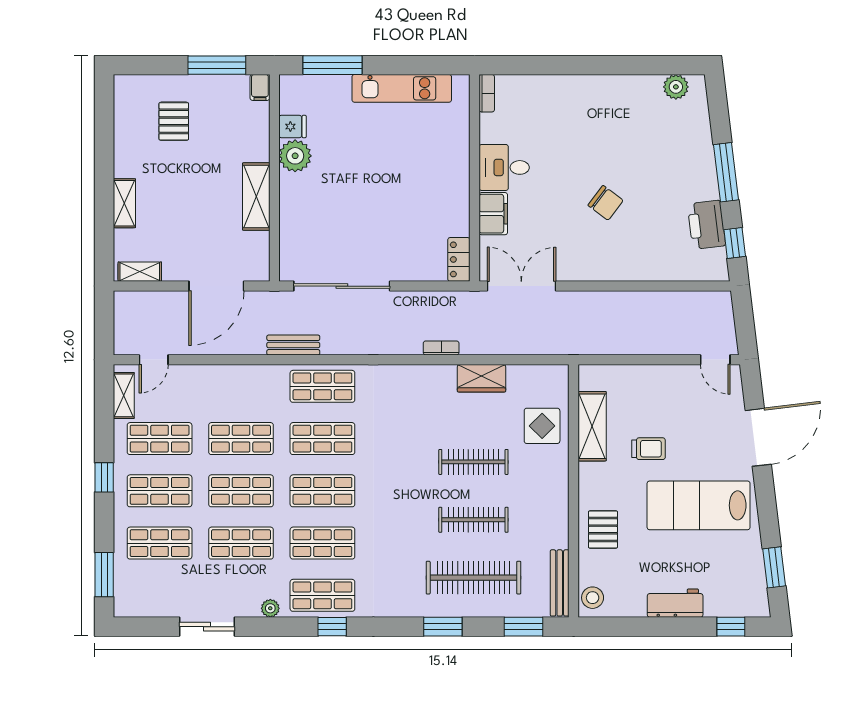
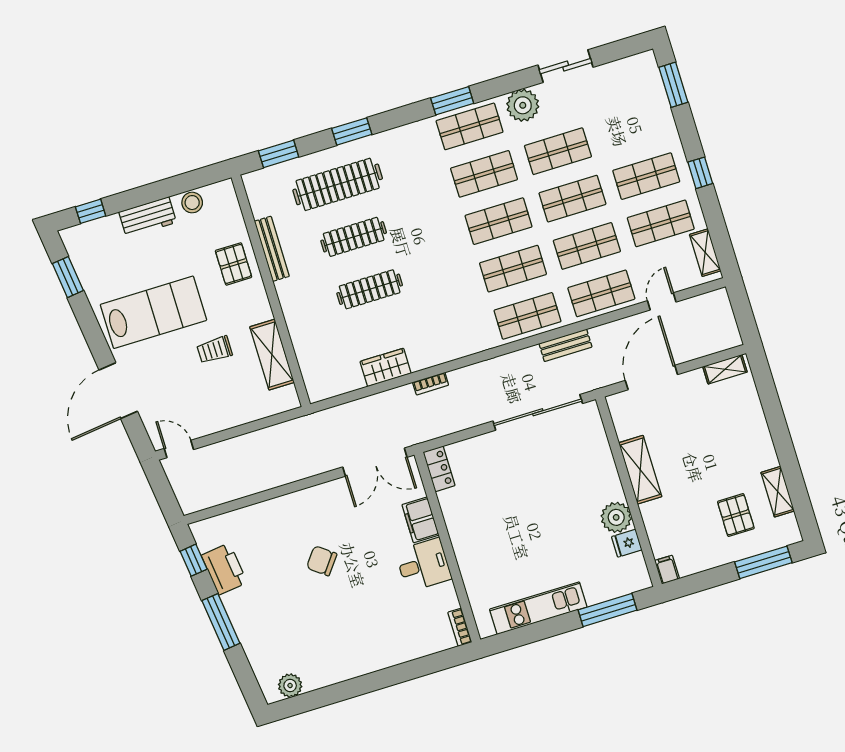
window: (217, 65) -> (763, 562), moved
shelving: (124, 203) -> (778, 492), moved
door: (154, 360) -> (662, 301), moved
display table: (542, 426) -> (317, 341), removed
shop shelf: (160, 543) -> (601, 293), moved
bench: (560, 583) -> (272, 249), moved
stool: (593, 598) -> (192, 203), moved
plant: (270, 608) -> (523, 105), width x1.88, depth x1.88
window: (332, 627) -> (452, 101), width x1.50

